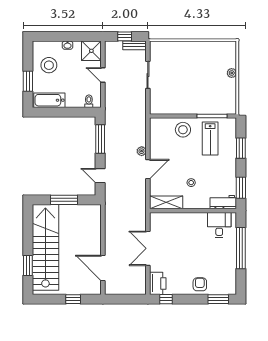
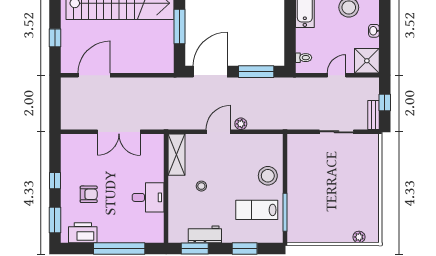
plant: (232, 73) -> (359, 237), moved
door: (148, 169) -> (218, 132), swing flipped
door: (100, 176) -> (210, 72), width x1.88
workbench: (223, 202) -> (205, 234), moved, turned -90
desk: (219, 225) -> (148, 197), moved
double door: (148, 248) -> (119, 132), swing flipped
printer: (158, 283) -> (83, 233), moved, turned 180
armchair: (200, 284) -> (89, 194), moved
window: (166, 299) -> (55, 181), moved

